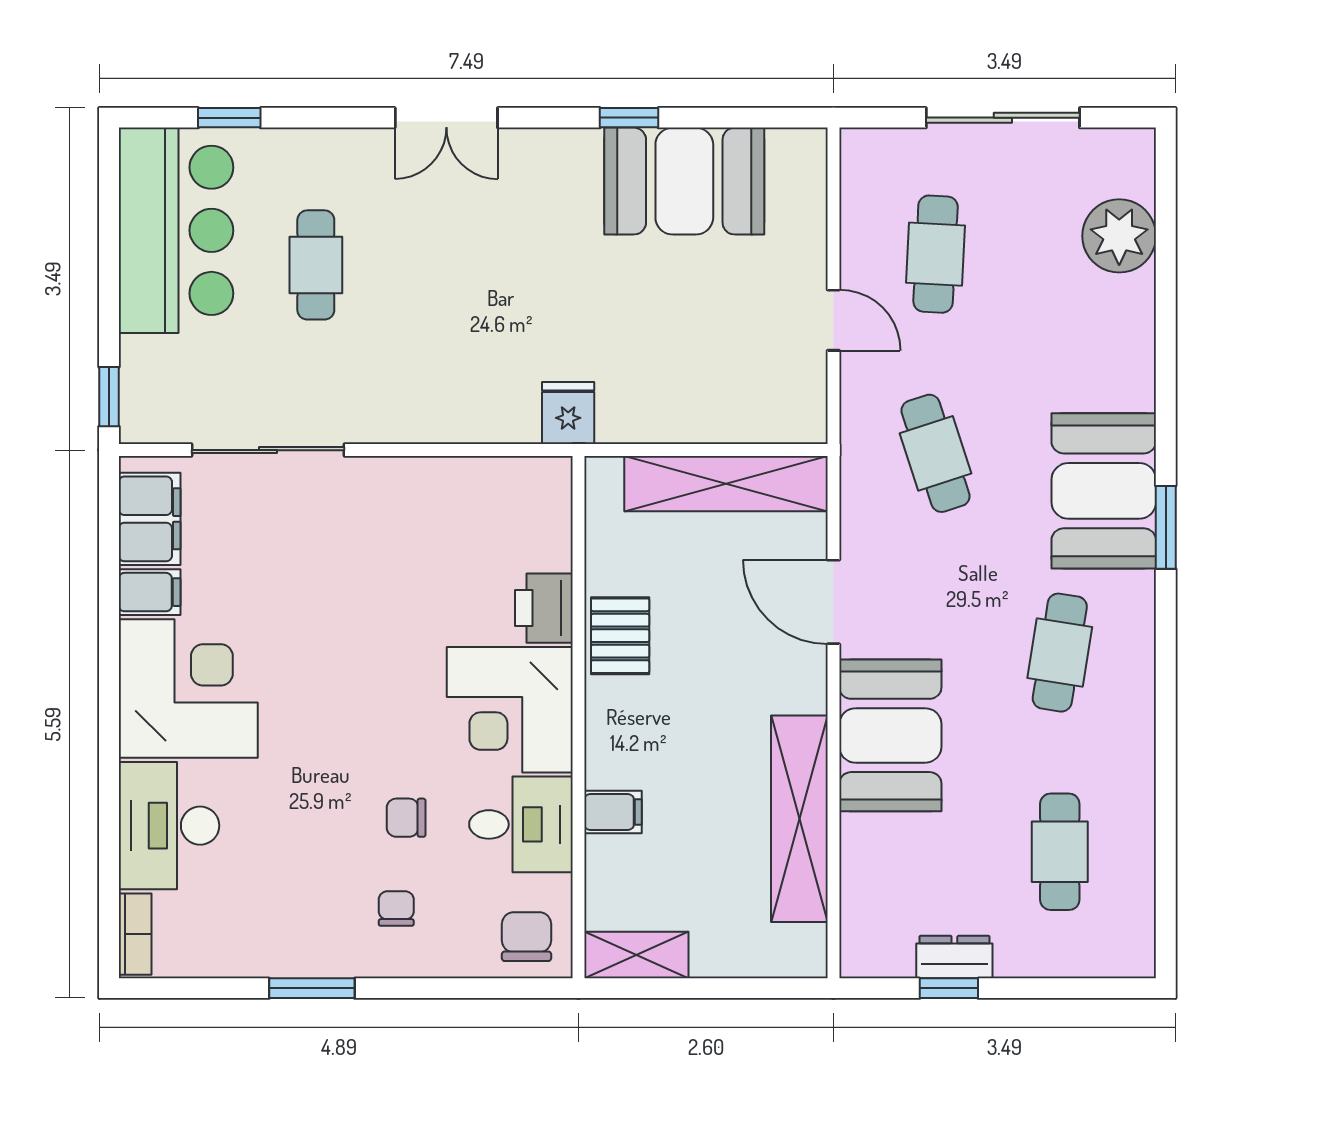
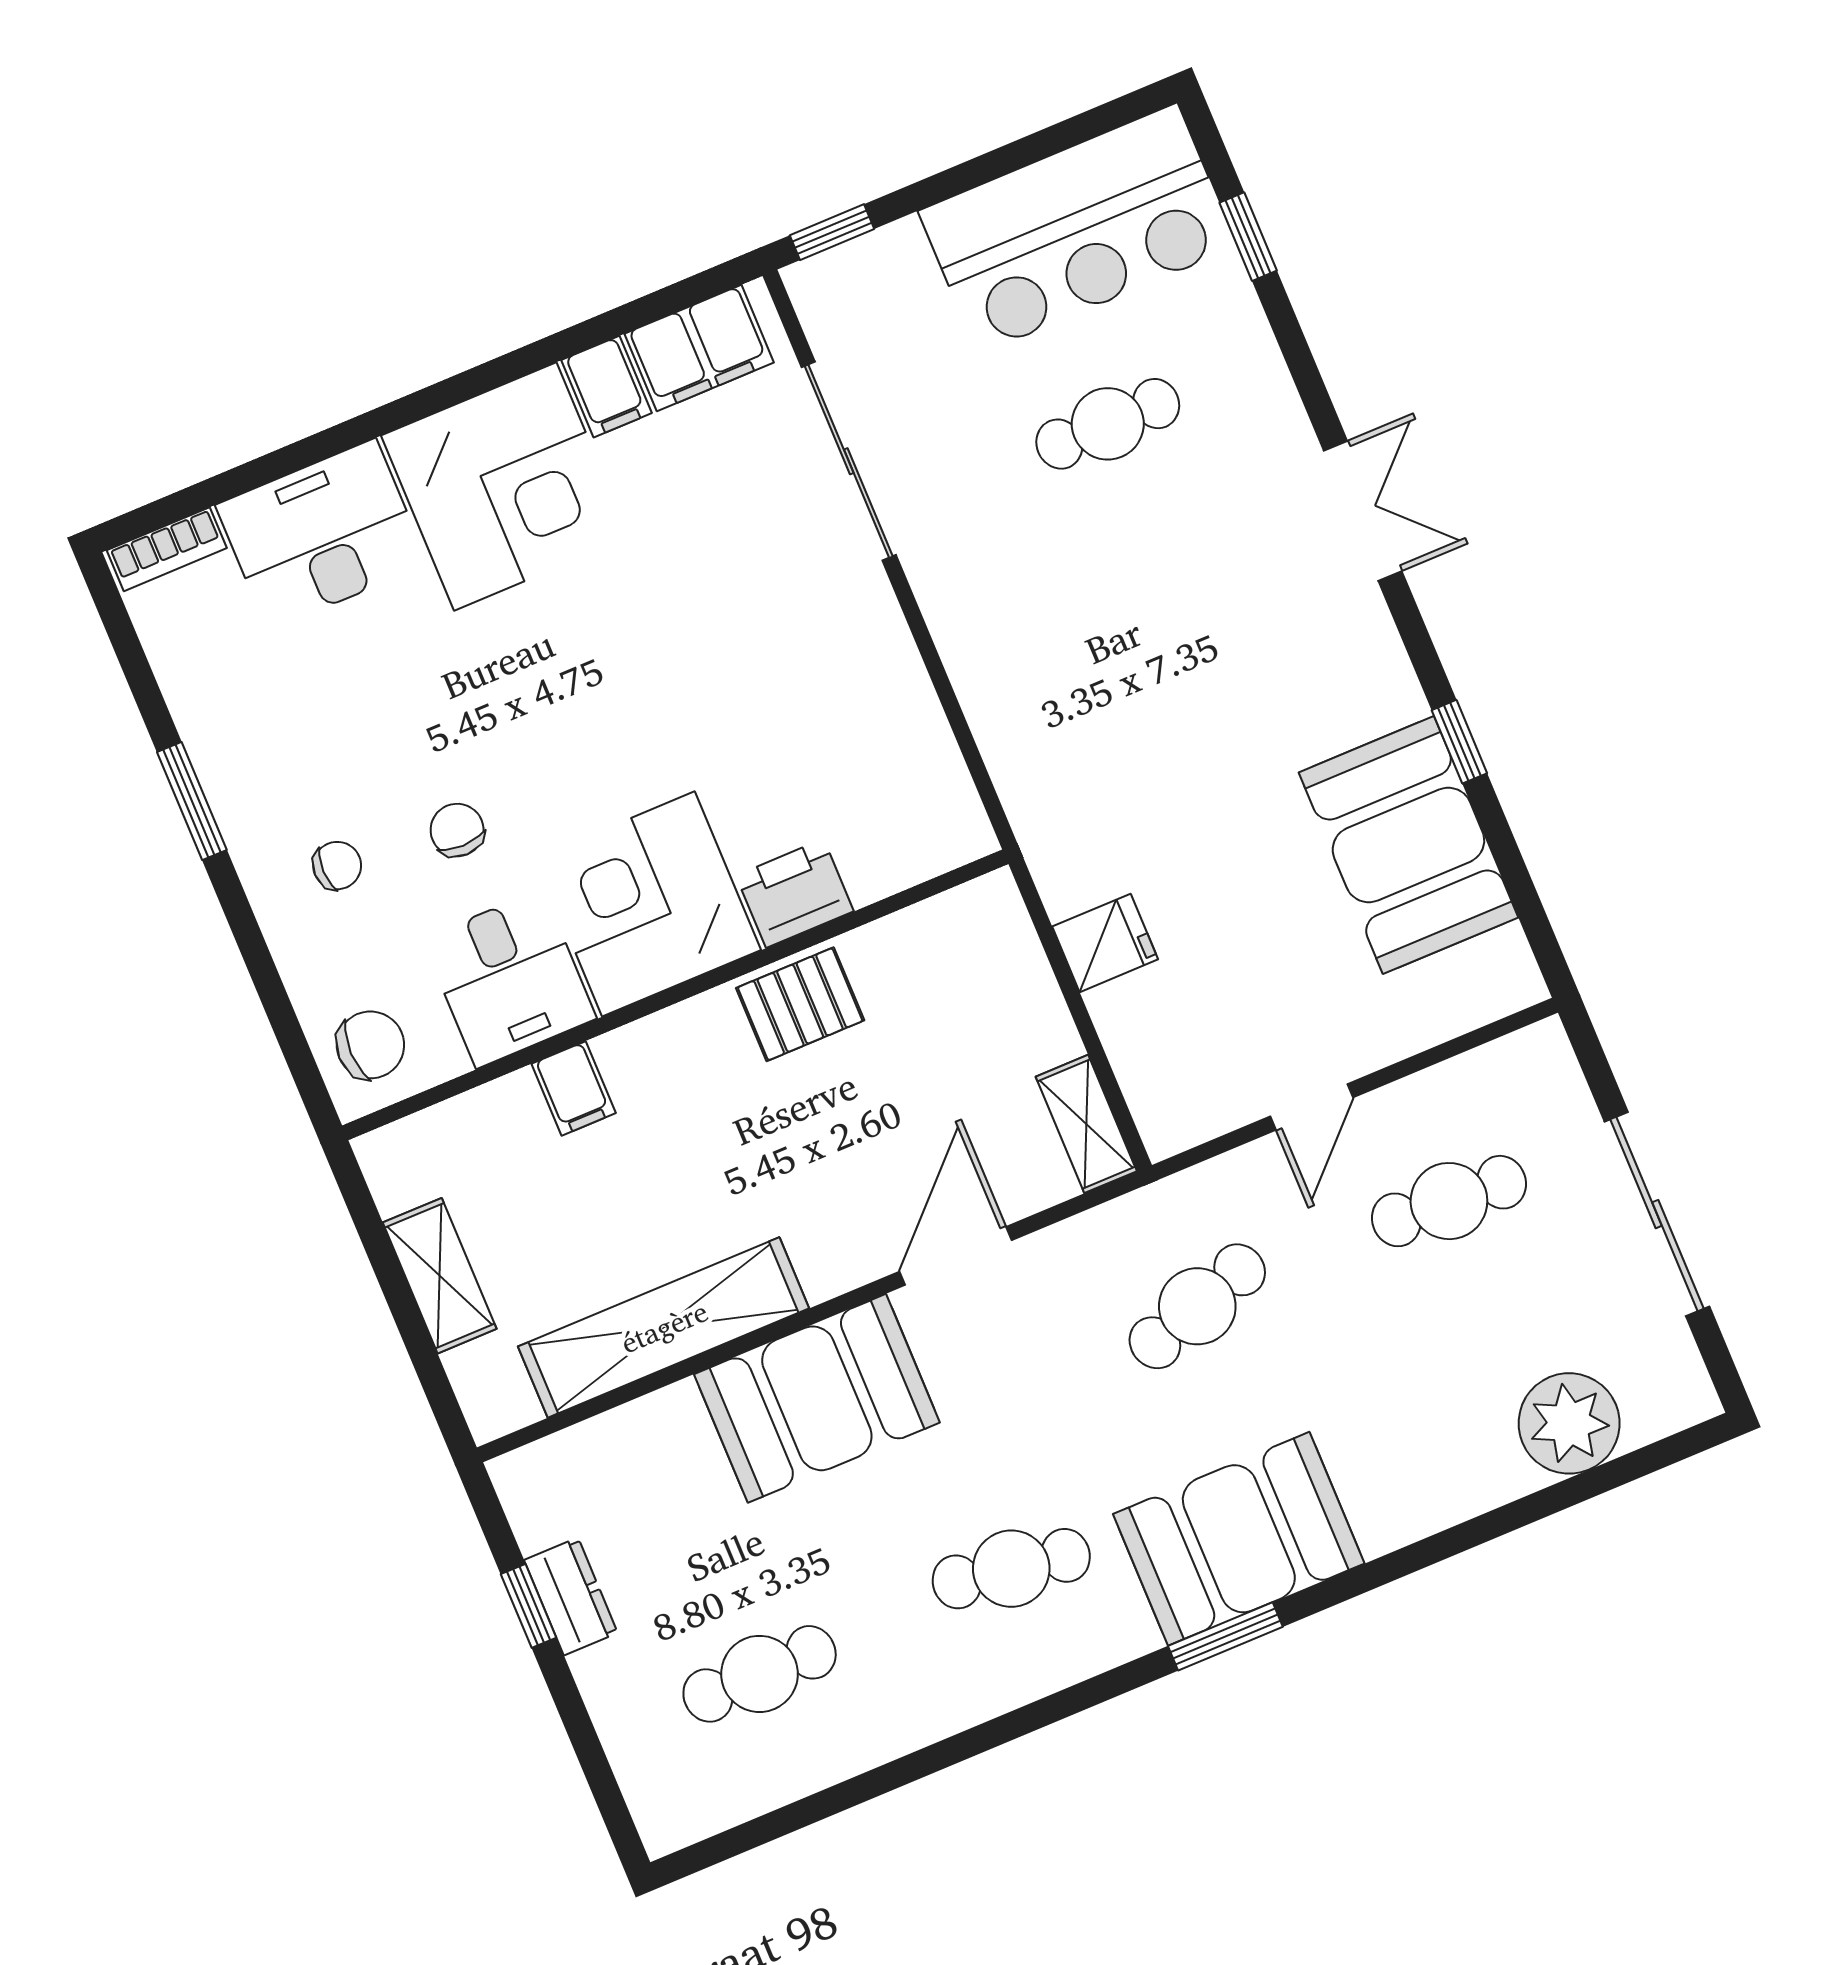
double door: (446, 118) -> (1363, 511), swing flipped
fridge: (568, 413) -> (1105, 943), moved
shelving: (726, 484) -> (1086, 1124), width x0.45, depth x0.75
shelving: (636, 955) -> (440, 1276), moved

